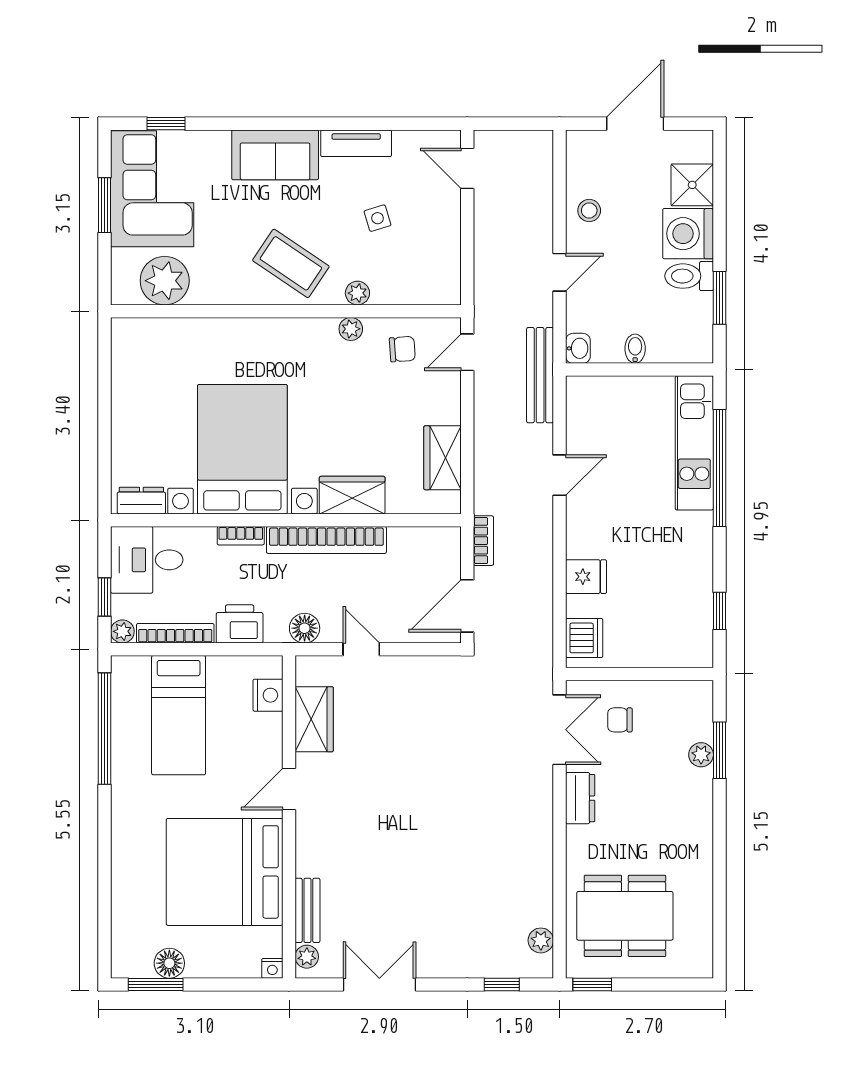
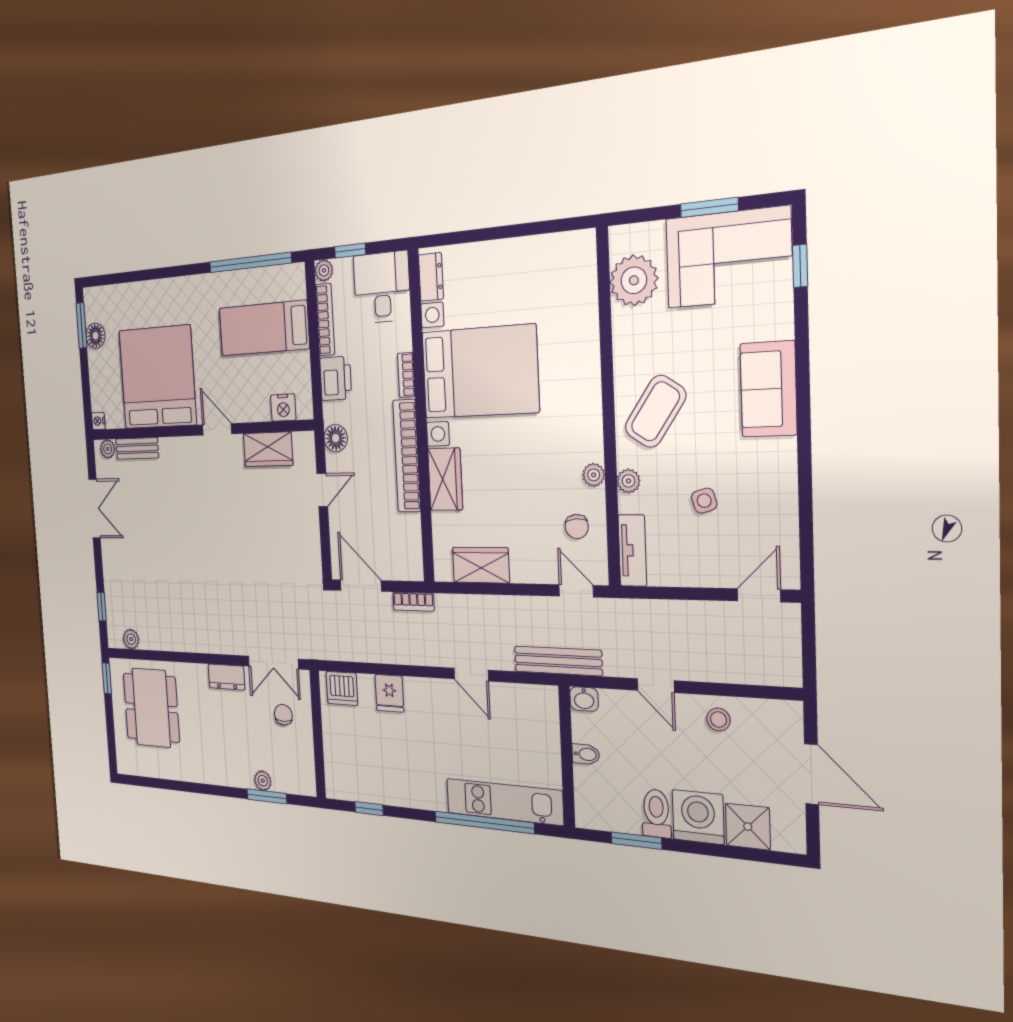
tv unit: (356, 143) -> (632, 550), moved, turned 180

